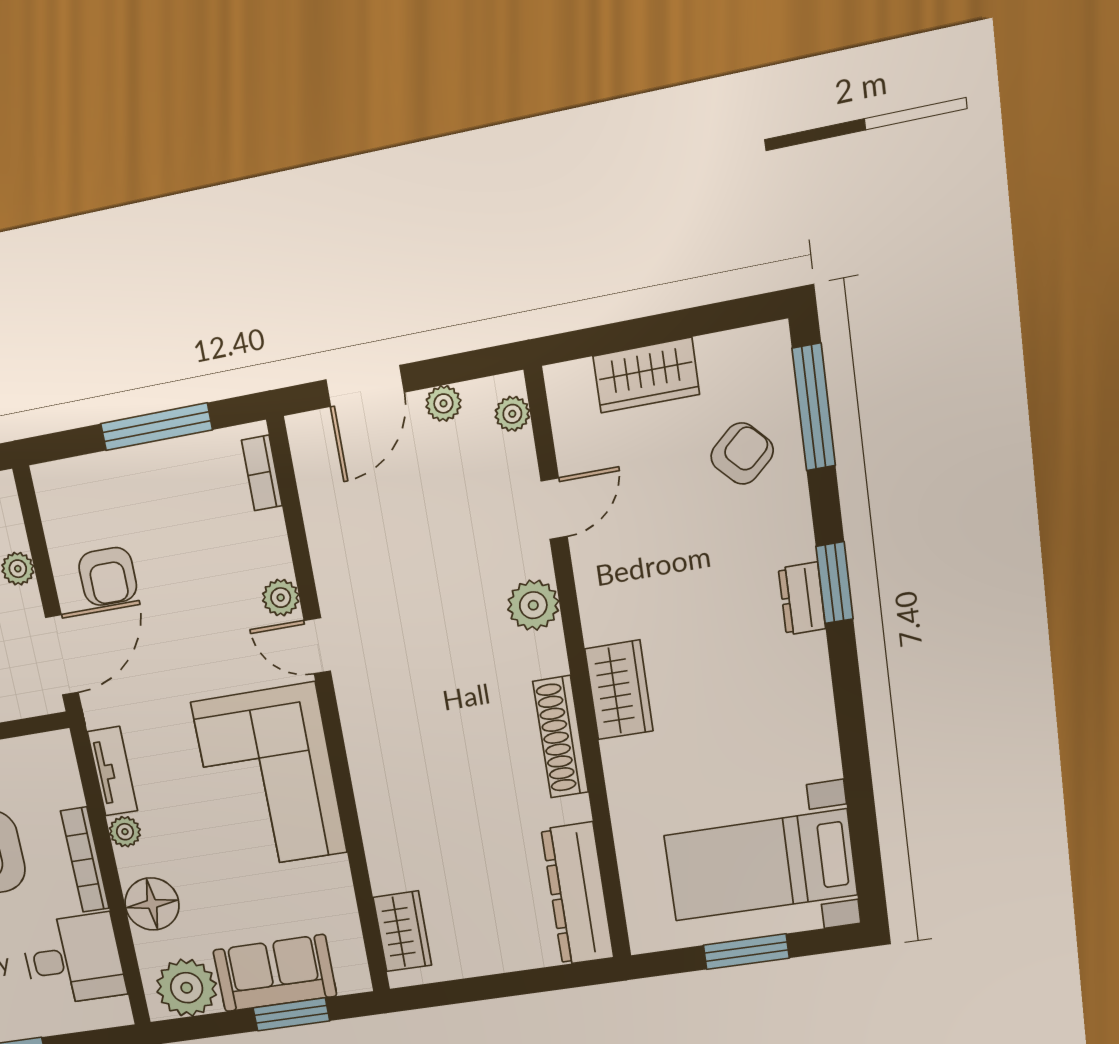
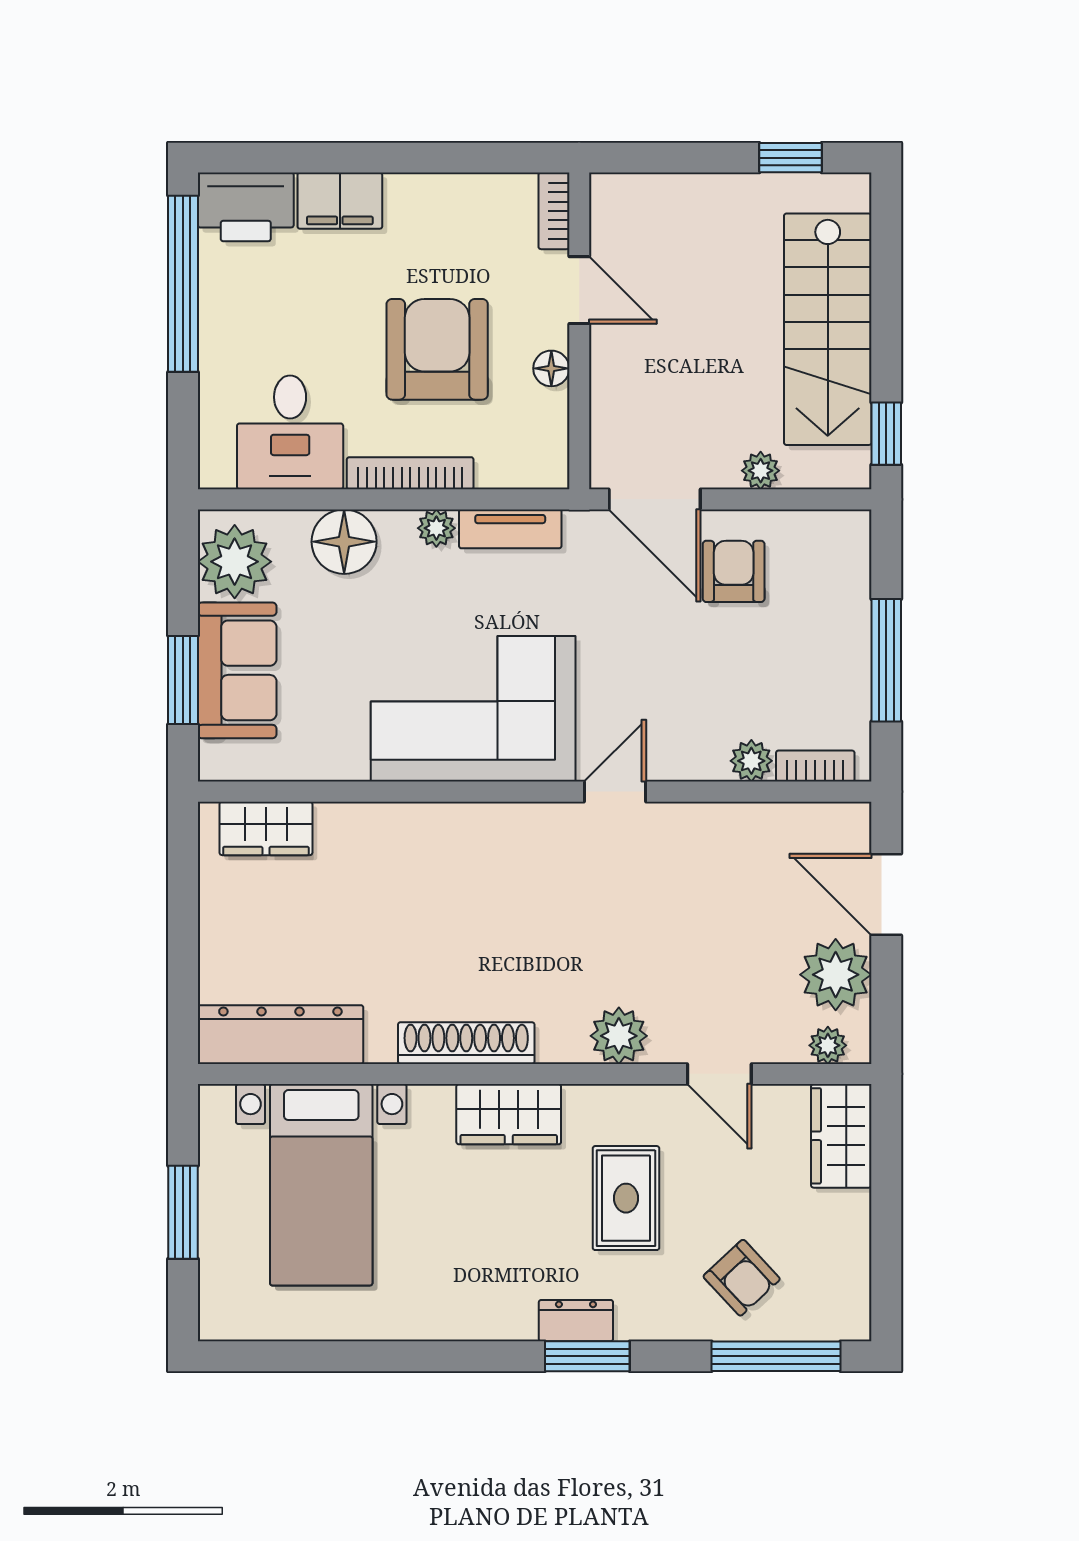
wardrobe: (646, 375) -> (841, 1136), moved
plant: (443, 403) -> (836, 975), width x1.88, depth x1.88
rug: (681, 573) -> (626, 1198), added
armchair: (108, 576) -> (734, 571), turned 90
plant: (281, 598) -> (751, 761), moved
bed with nightstands: (761, 865) -> (321, 1185), moved, turned 180

